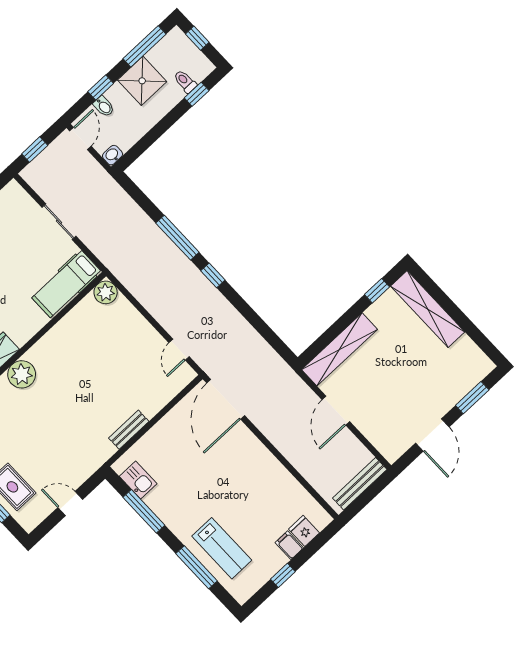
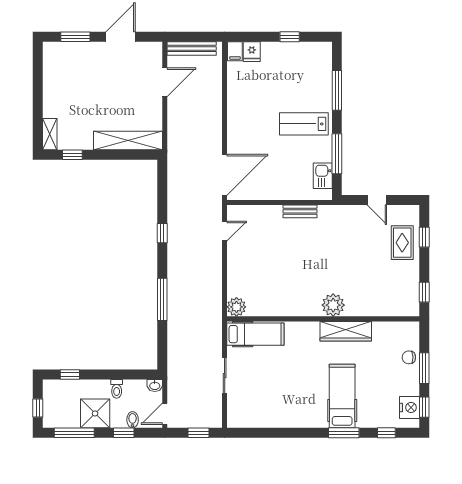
toilet: (185, 81) -> (117, 389), moved
window: (213, 275) -> (162, 233), moved
shelving: (428, 309) -> (50, 134), width x0.45, depth x0.75
door: (336, 411) -> (165, 82), moved
filing cabinet: (289, 545) -> (235, 51), moved
lab bench: (222, 548) -> (304, 124), moved, turned -90

